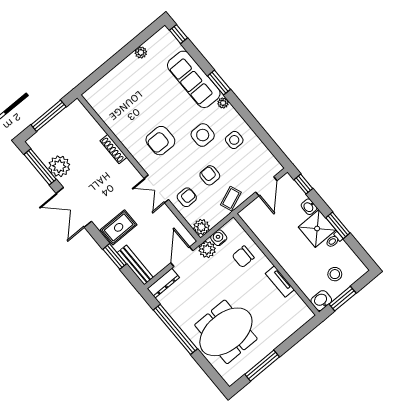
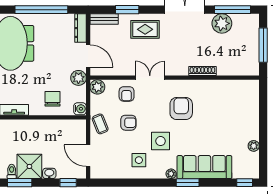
rug: (119, 227) -> (145, 29), turned 90
water cooler: (219, 238) -> (80, 109), moved
bench: (135, 265) -> (104, 19), width x0.73

